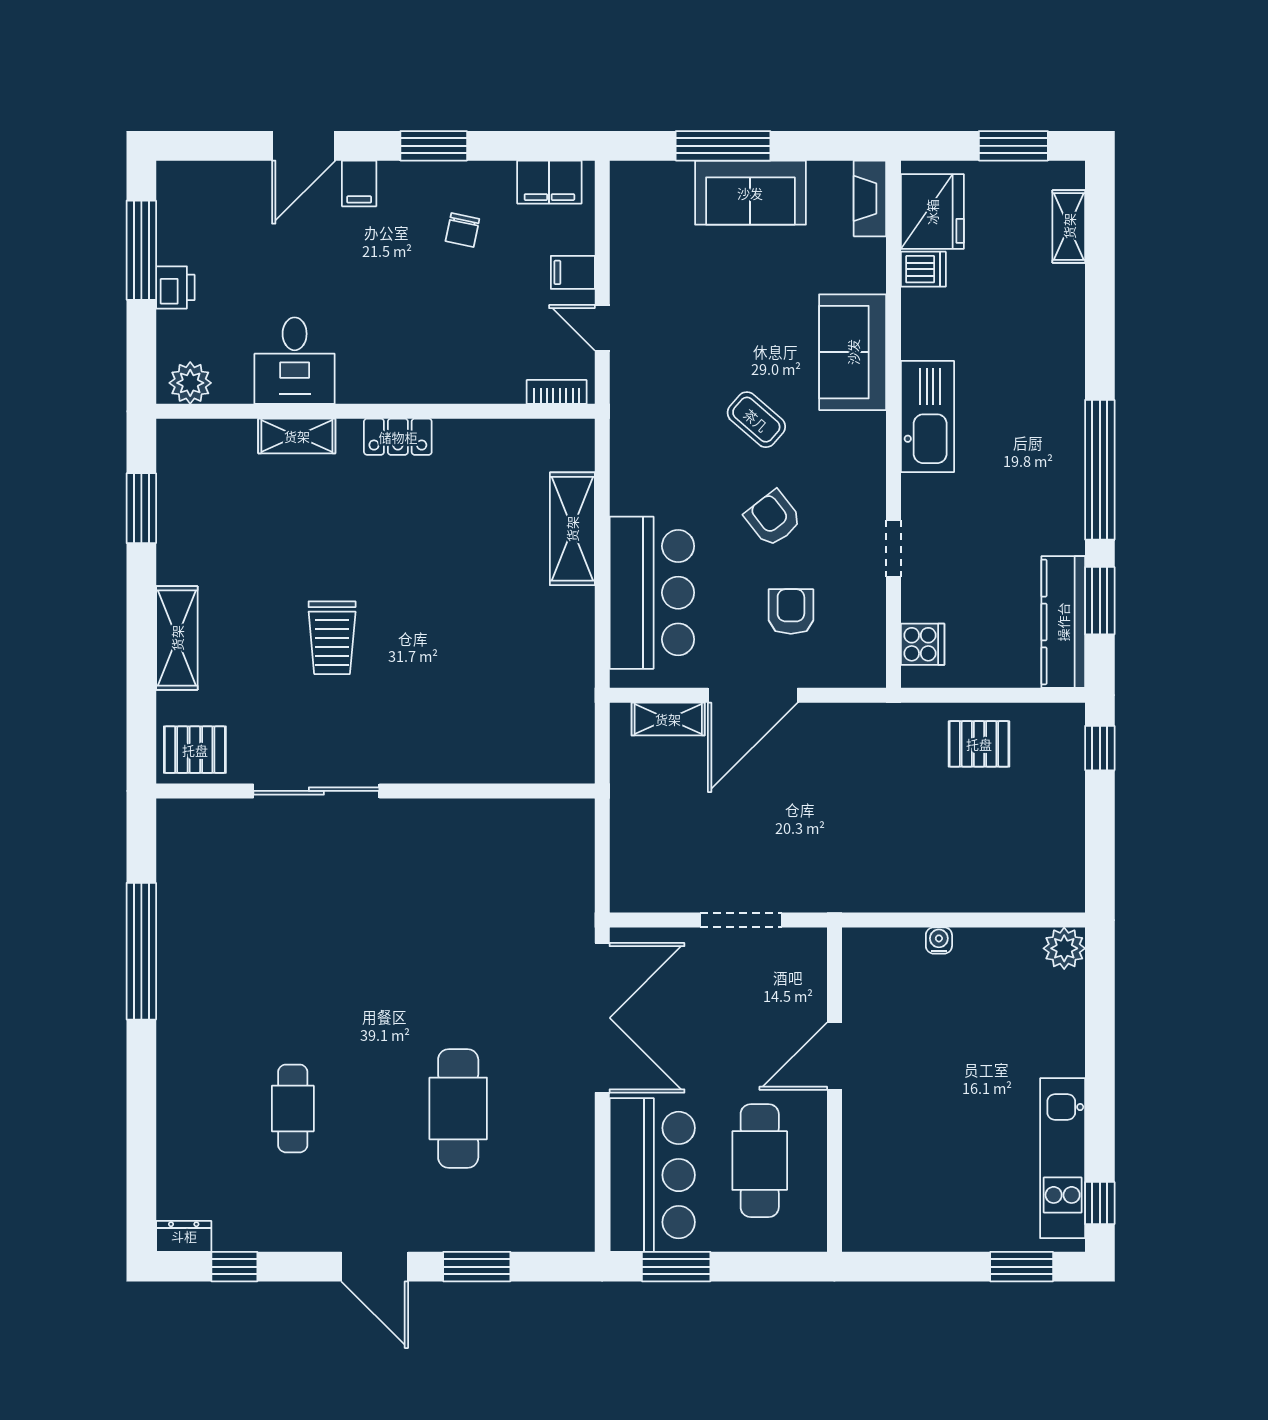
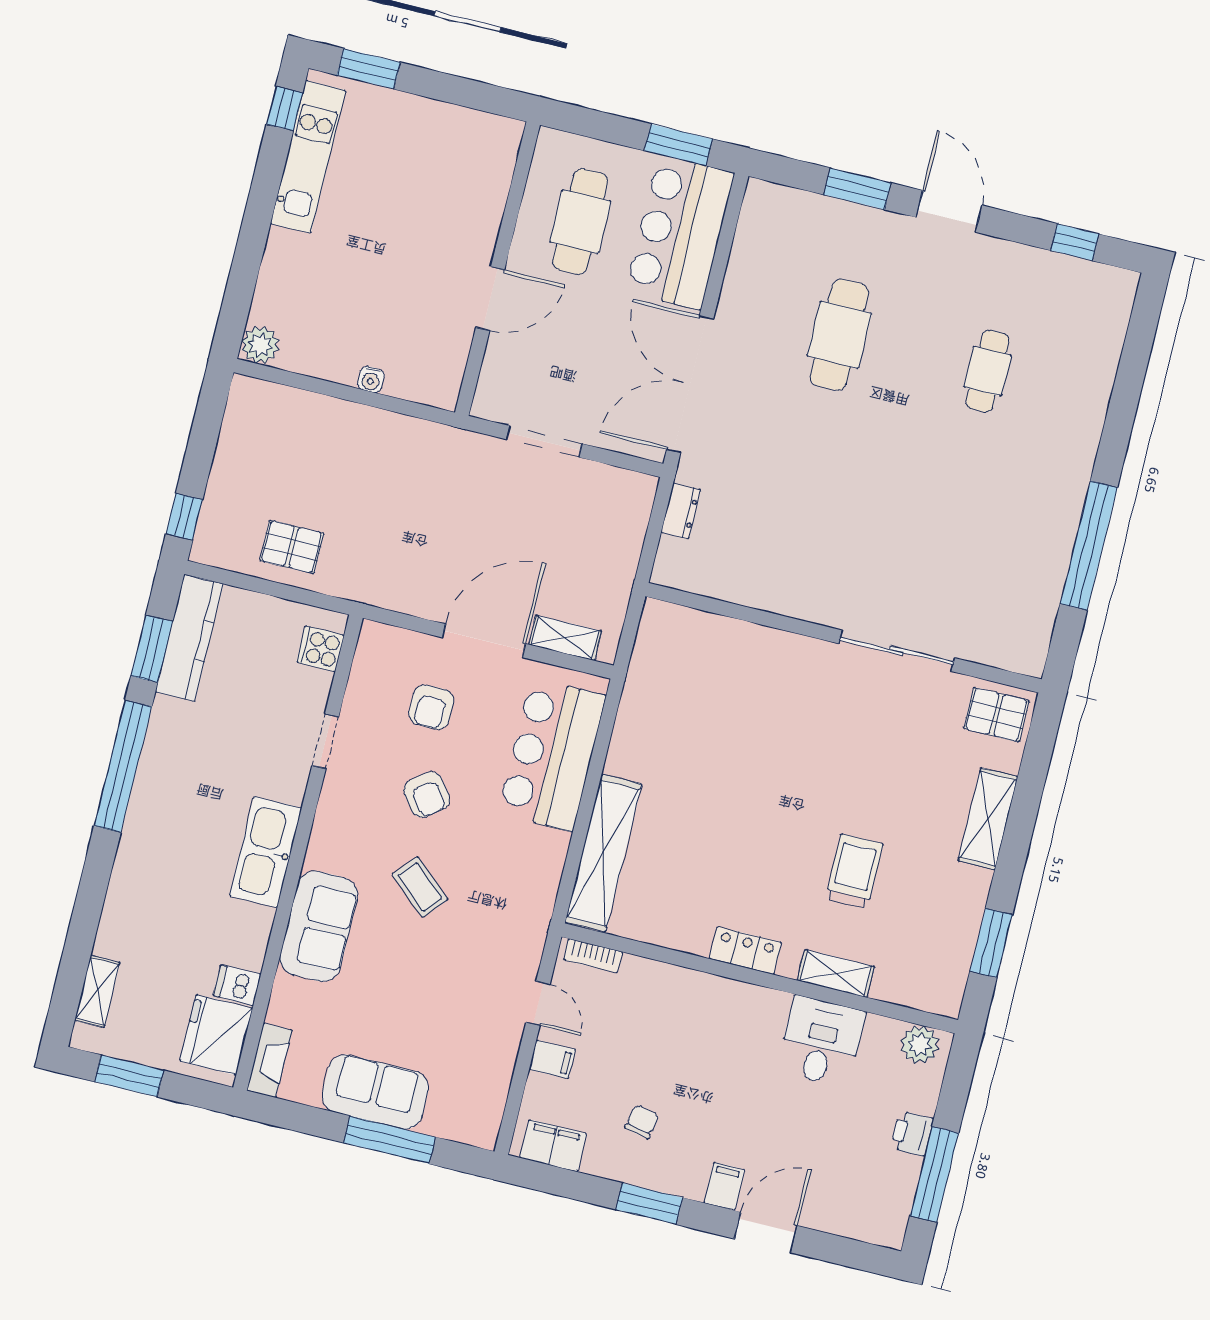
shelving: (572, 529) -> (603, 853), width x1.47
trolley: (332, 638) -> (854, 871), moved
dresser: (184, 1236) -> (681, 511), moved, turned -90

